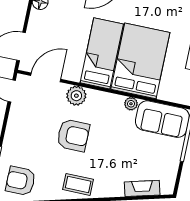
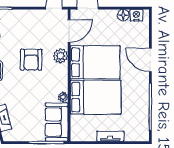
bed: (102, 53) -> (95, 62), width x1.50
door: (46, 77) -> (69, 31), hinge flipped

